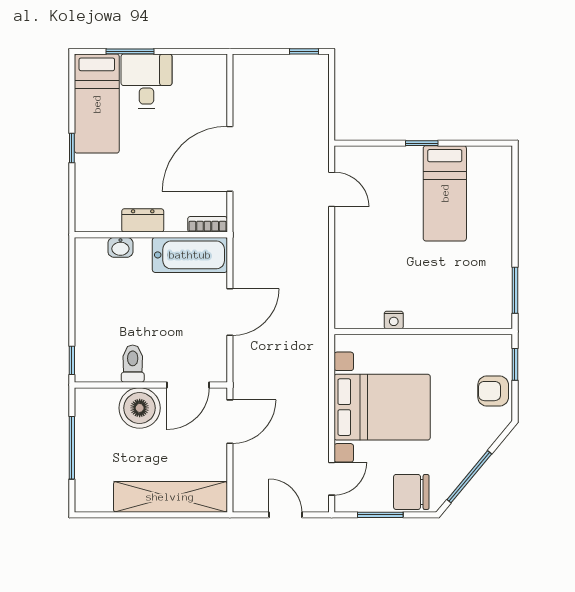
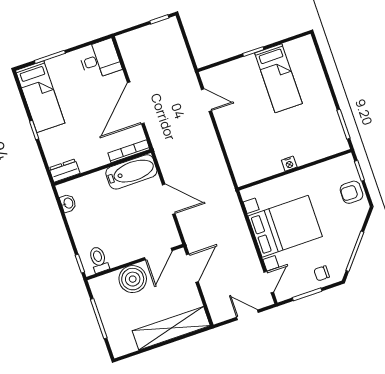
desk: (146, 81) -> (100, 59), moved, turned 90
dresser: (143, 220) -> (64, 171), moved
bookcase: (208, 224) -> (129, 151), width x1.56
washbasin: (120, 247) -> (68, 203), moved, turned -90
door: (230, 312) -> (169, 199), hinge flipped
nightstand: (394, 320) -> (289, 164), moved
toilet: (133, 364) -> (99, 260), moved
chair: (411, 492) -> (322, 273), width x0.54, depth x0.54

